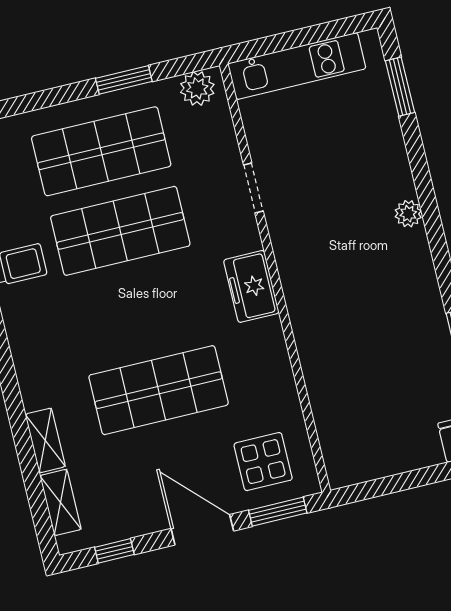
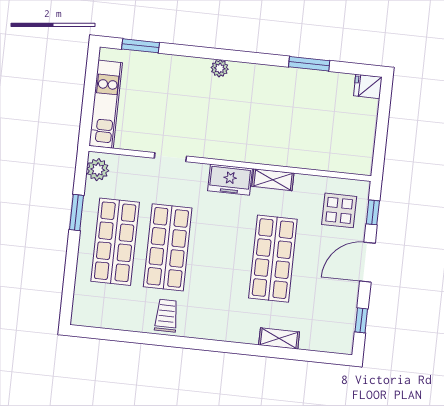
shelving: (61, 502) -> (273, 180), moved
window: (278, 512) -> (373, 212), width x0.67

